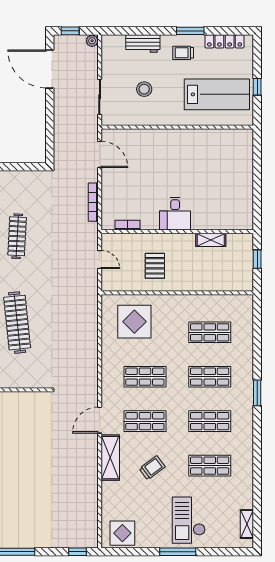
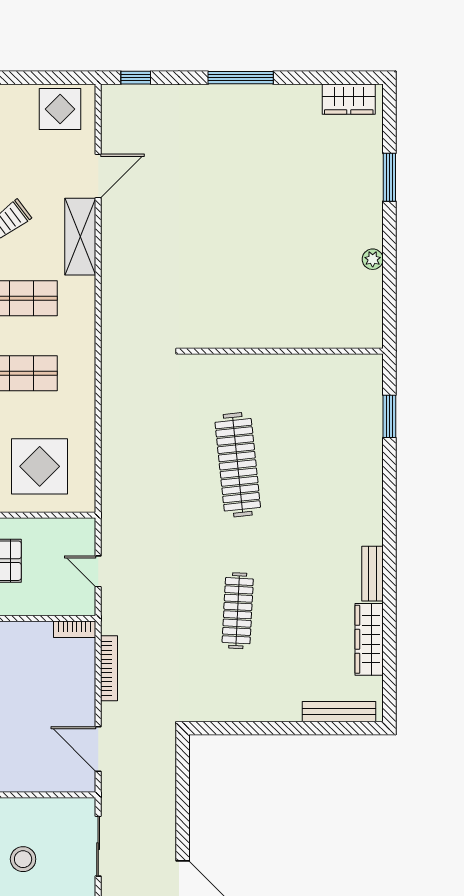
bookcase: (128, 225) -> (75, 629), moved
door: (100, 420) -> (98, 176), moved

